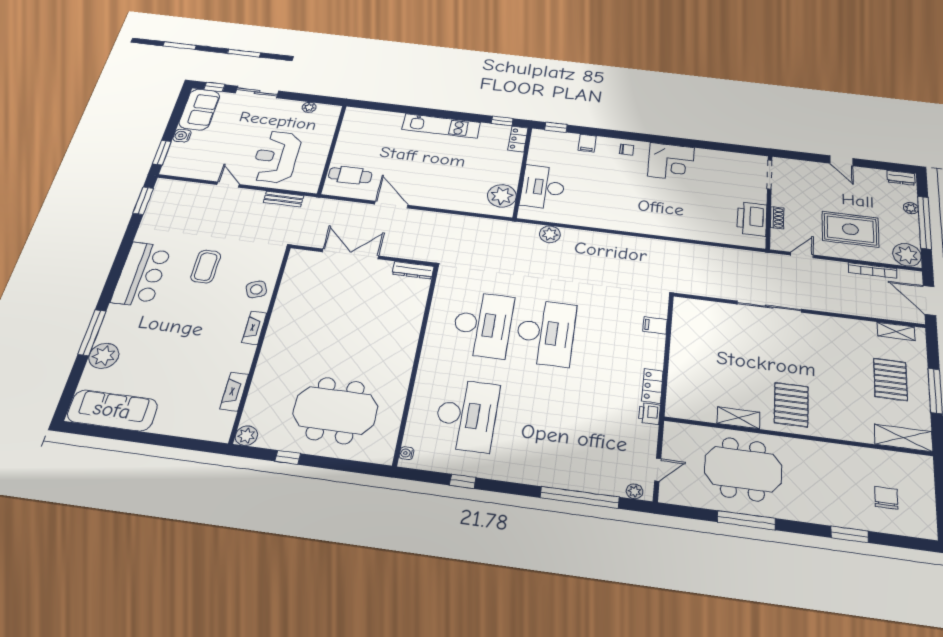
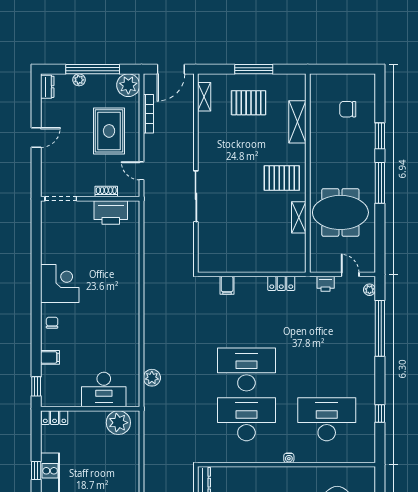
window: (502, 121) -> (36, 470), moved
printer: (649, 414) -> (326, 284), moved
shelving: (903, 438) -> (297, 122), moved
water cooler: (406, 453) -> (289, 458), moved
meeting table: (743, 469) -> (340, 212), turned 90
window: (746, 520) -> (380, 183), moved

